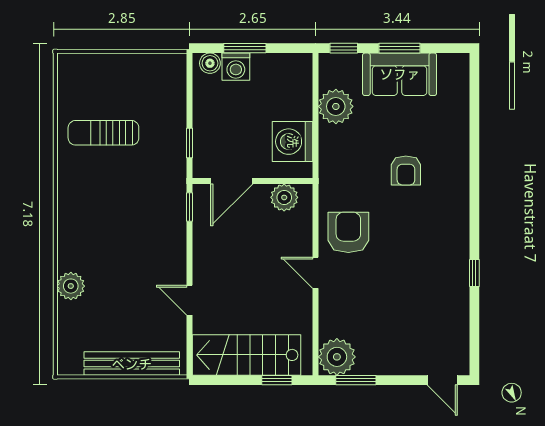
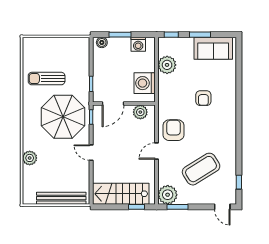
washing machine: (236, 67) -> (138, 44), moved
sofa: (400, 74) -> (213, 48), moved
parasol: (135, 206) -> (63, 117), added
door: (316, 273) -> (157, 151), hinge flipped
window: (474, 273) -> (239, 182), moved
door: (189, 300) -> (91, 153), moved
coffee table: (401, 307) -> (201, 169), added

